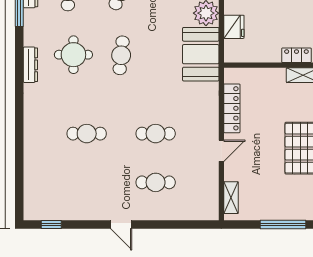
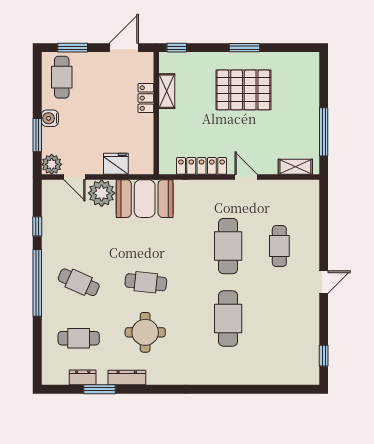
dresser: (30, 65) -> (127, 378), moved
cafe table: (87, 134) -> (228, 318), width x1.37, depth x1.35
cafe table: (156, 134) -> (228, 246), width x1.37, depth x1.35
window: (283, 224) -> (324, 132), moved

